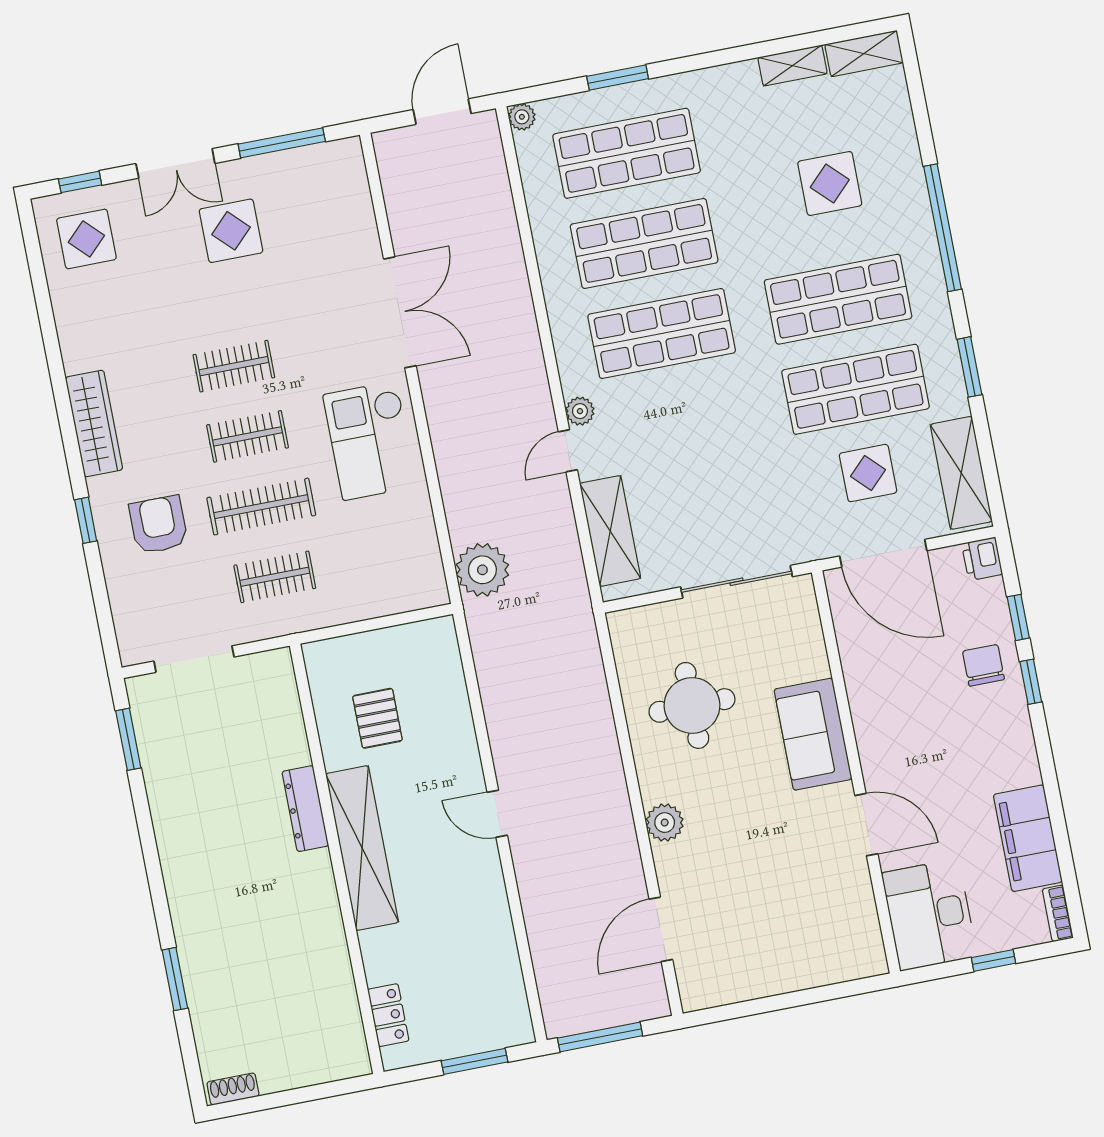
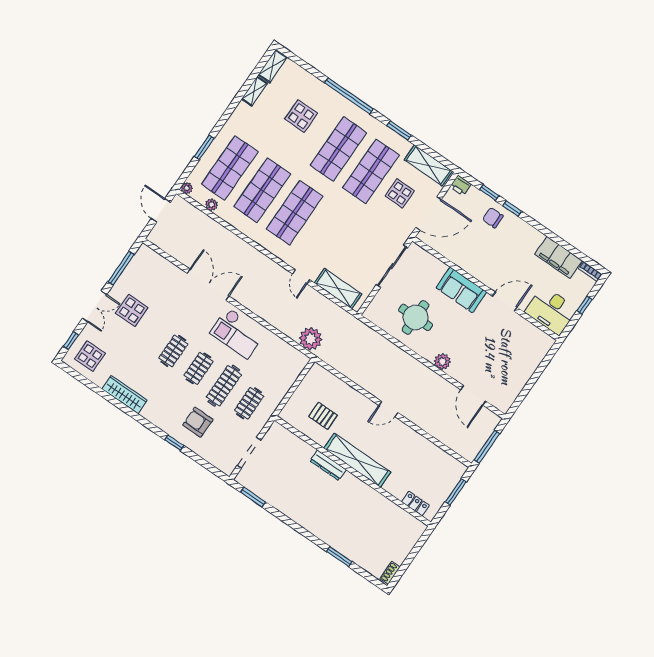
plant: (580, 411) -> (211, 205), moved
wardrobe: (94, 424) -> (125, 395), moved

